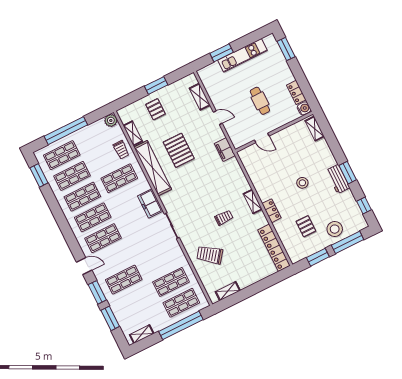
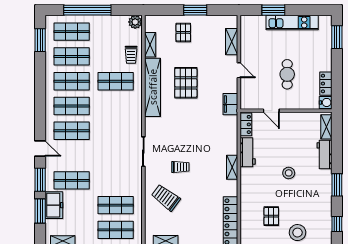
workbench: (338, 179) -> (324, 155), moved
workbench: (259, 183) -> (248, 152), added
freezer: (150, 203) -> (54, 205), moved, turned 180
locker: (272, 211) -> (246, 124), moved
trolley: (224, 218) -> (180, 167), moved

